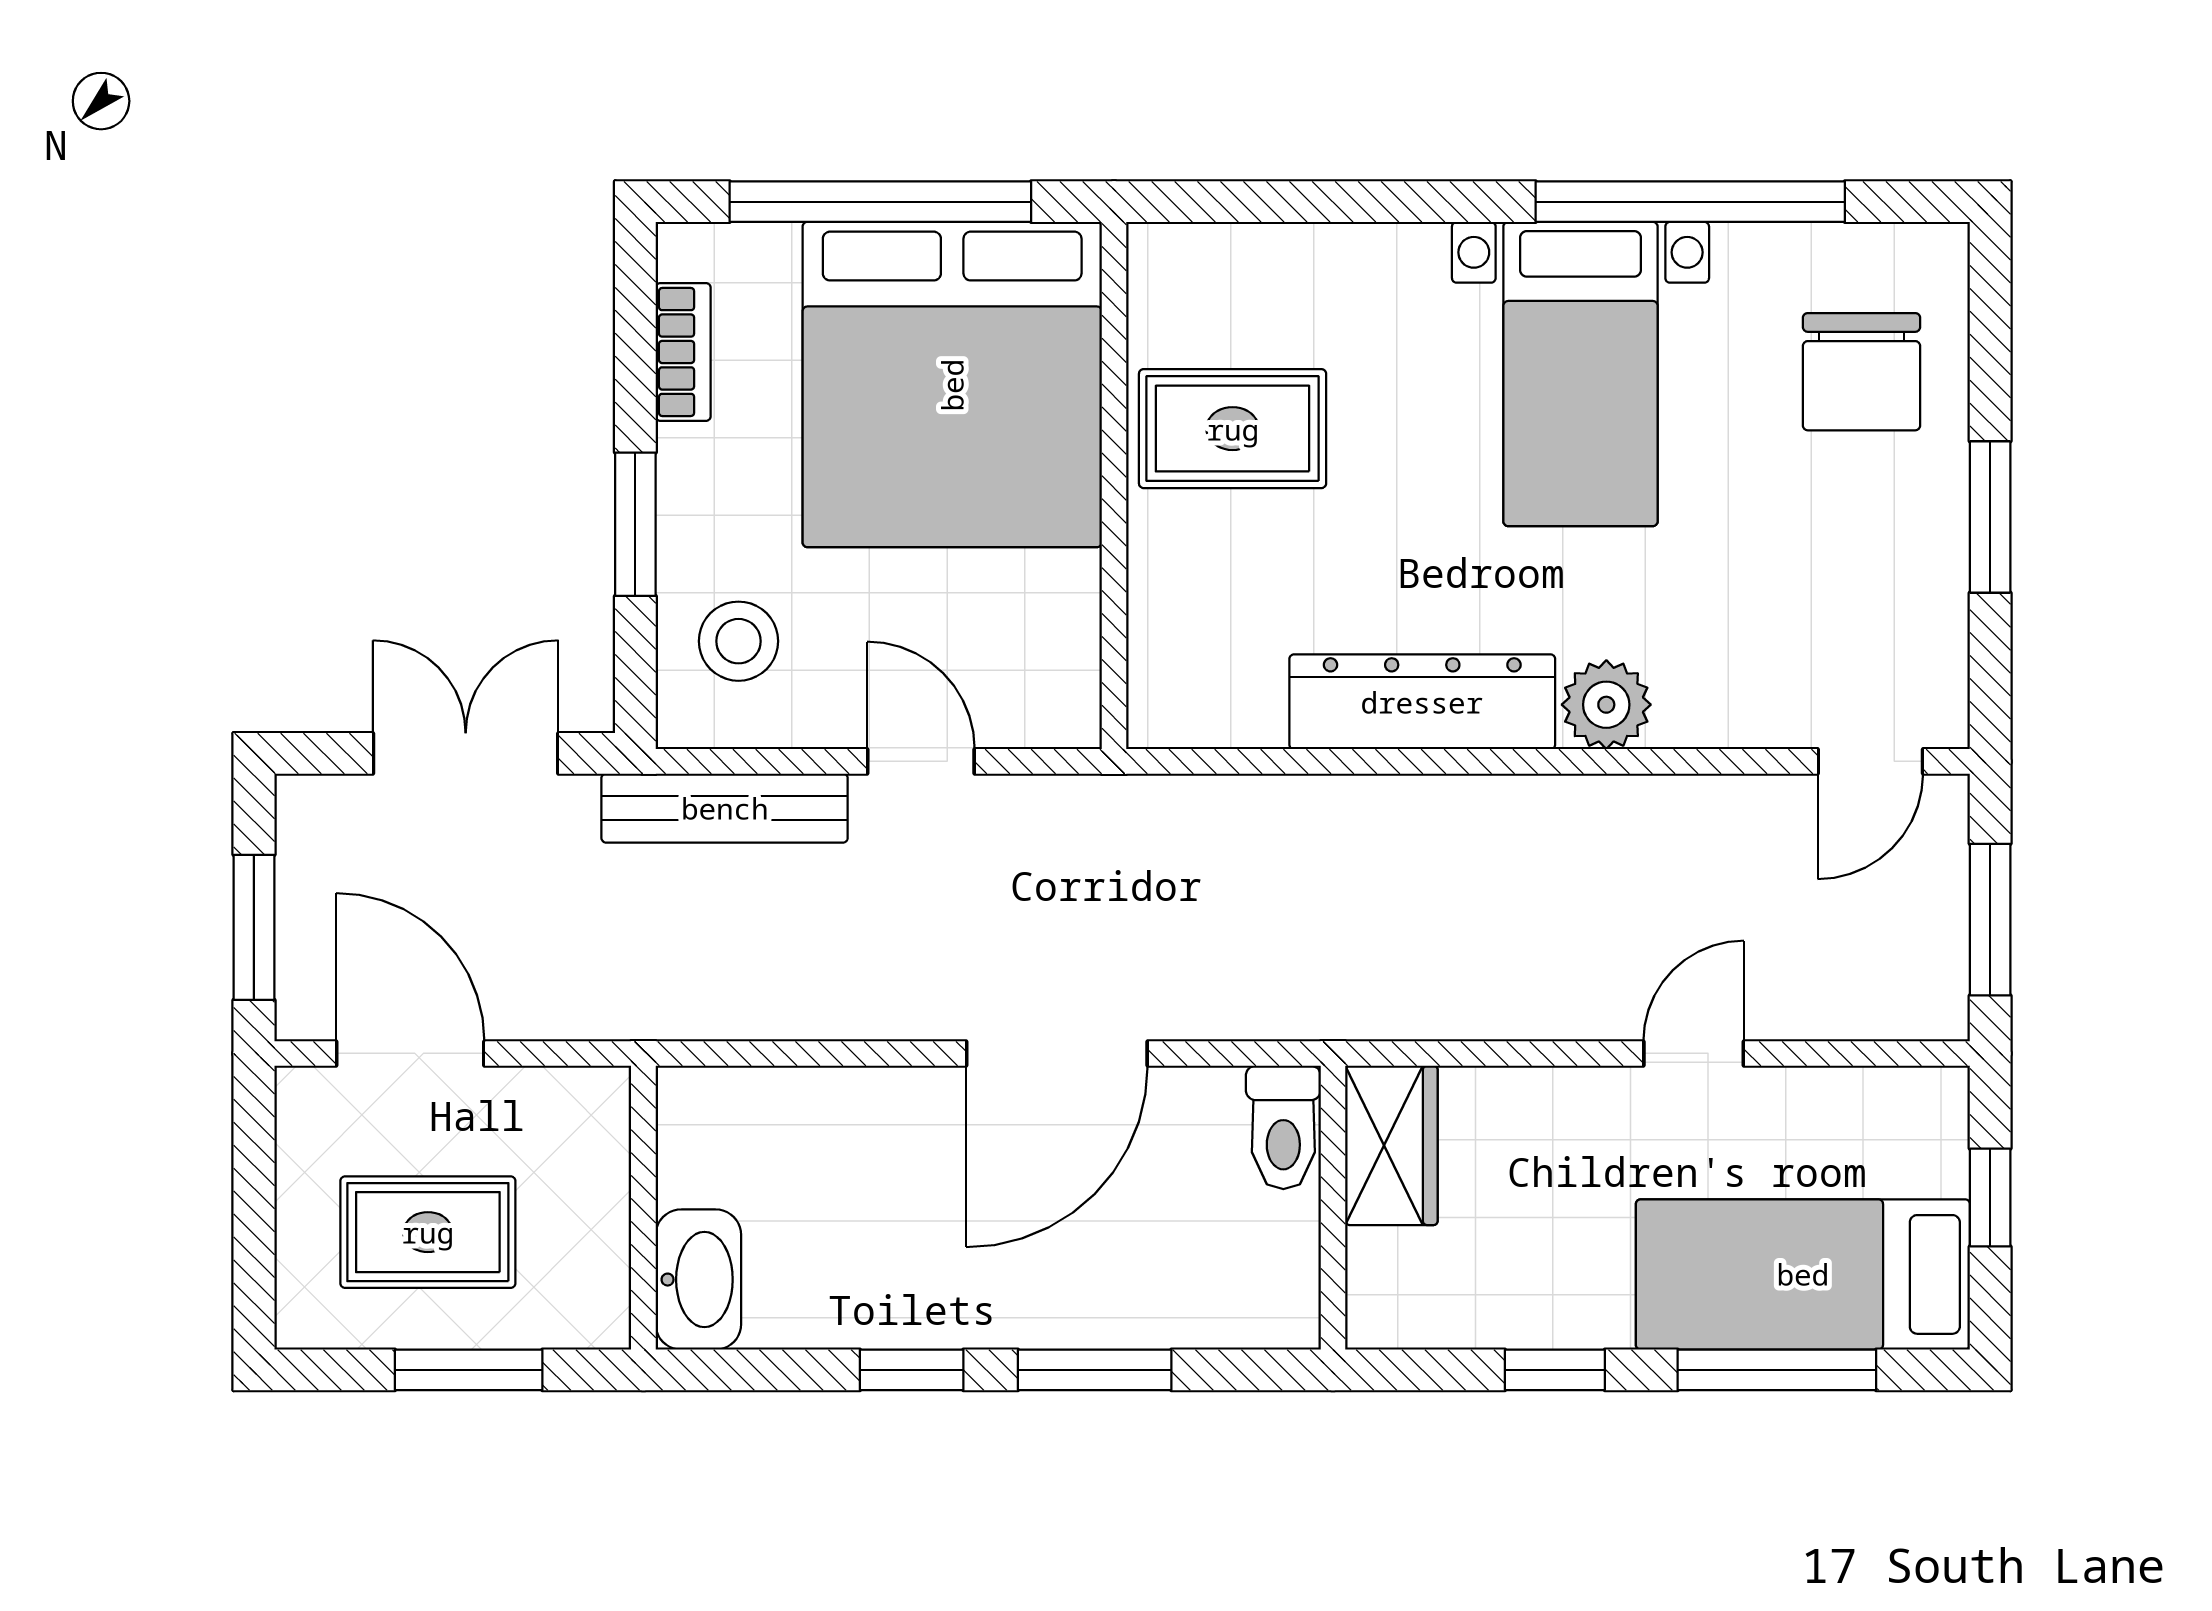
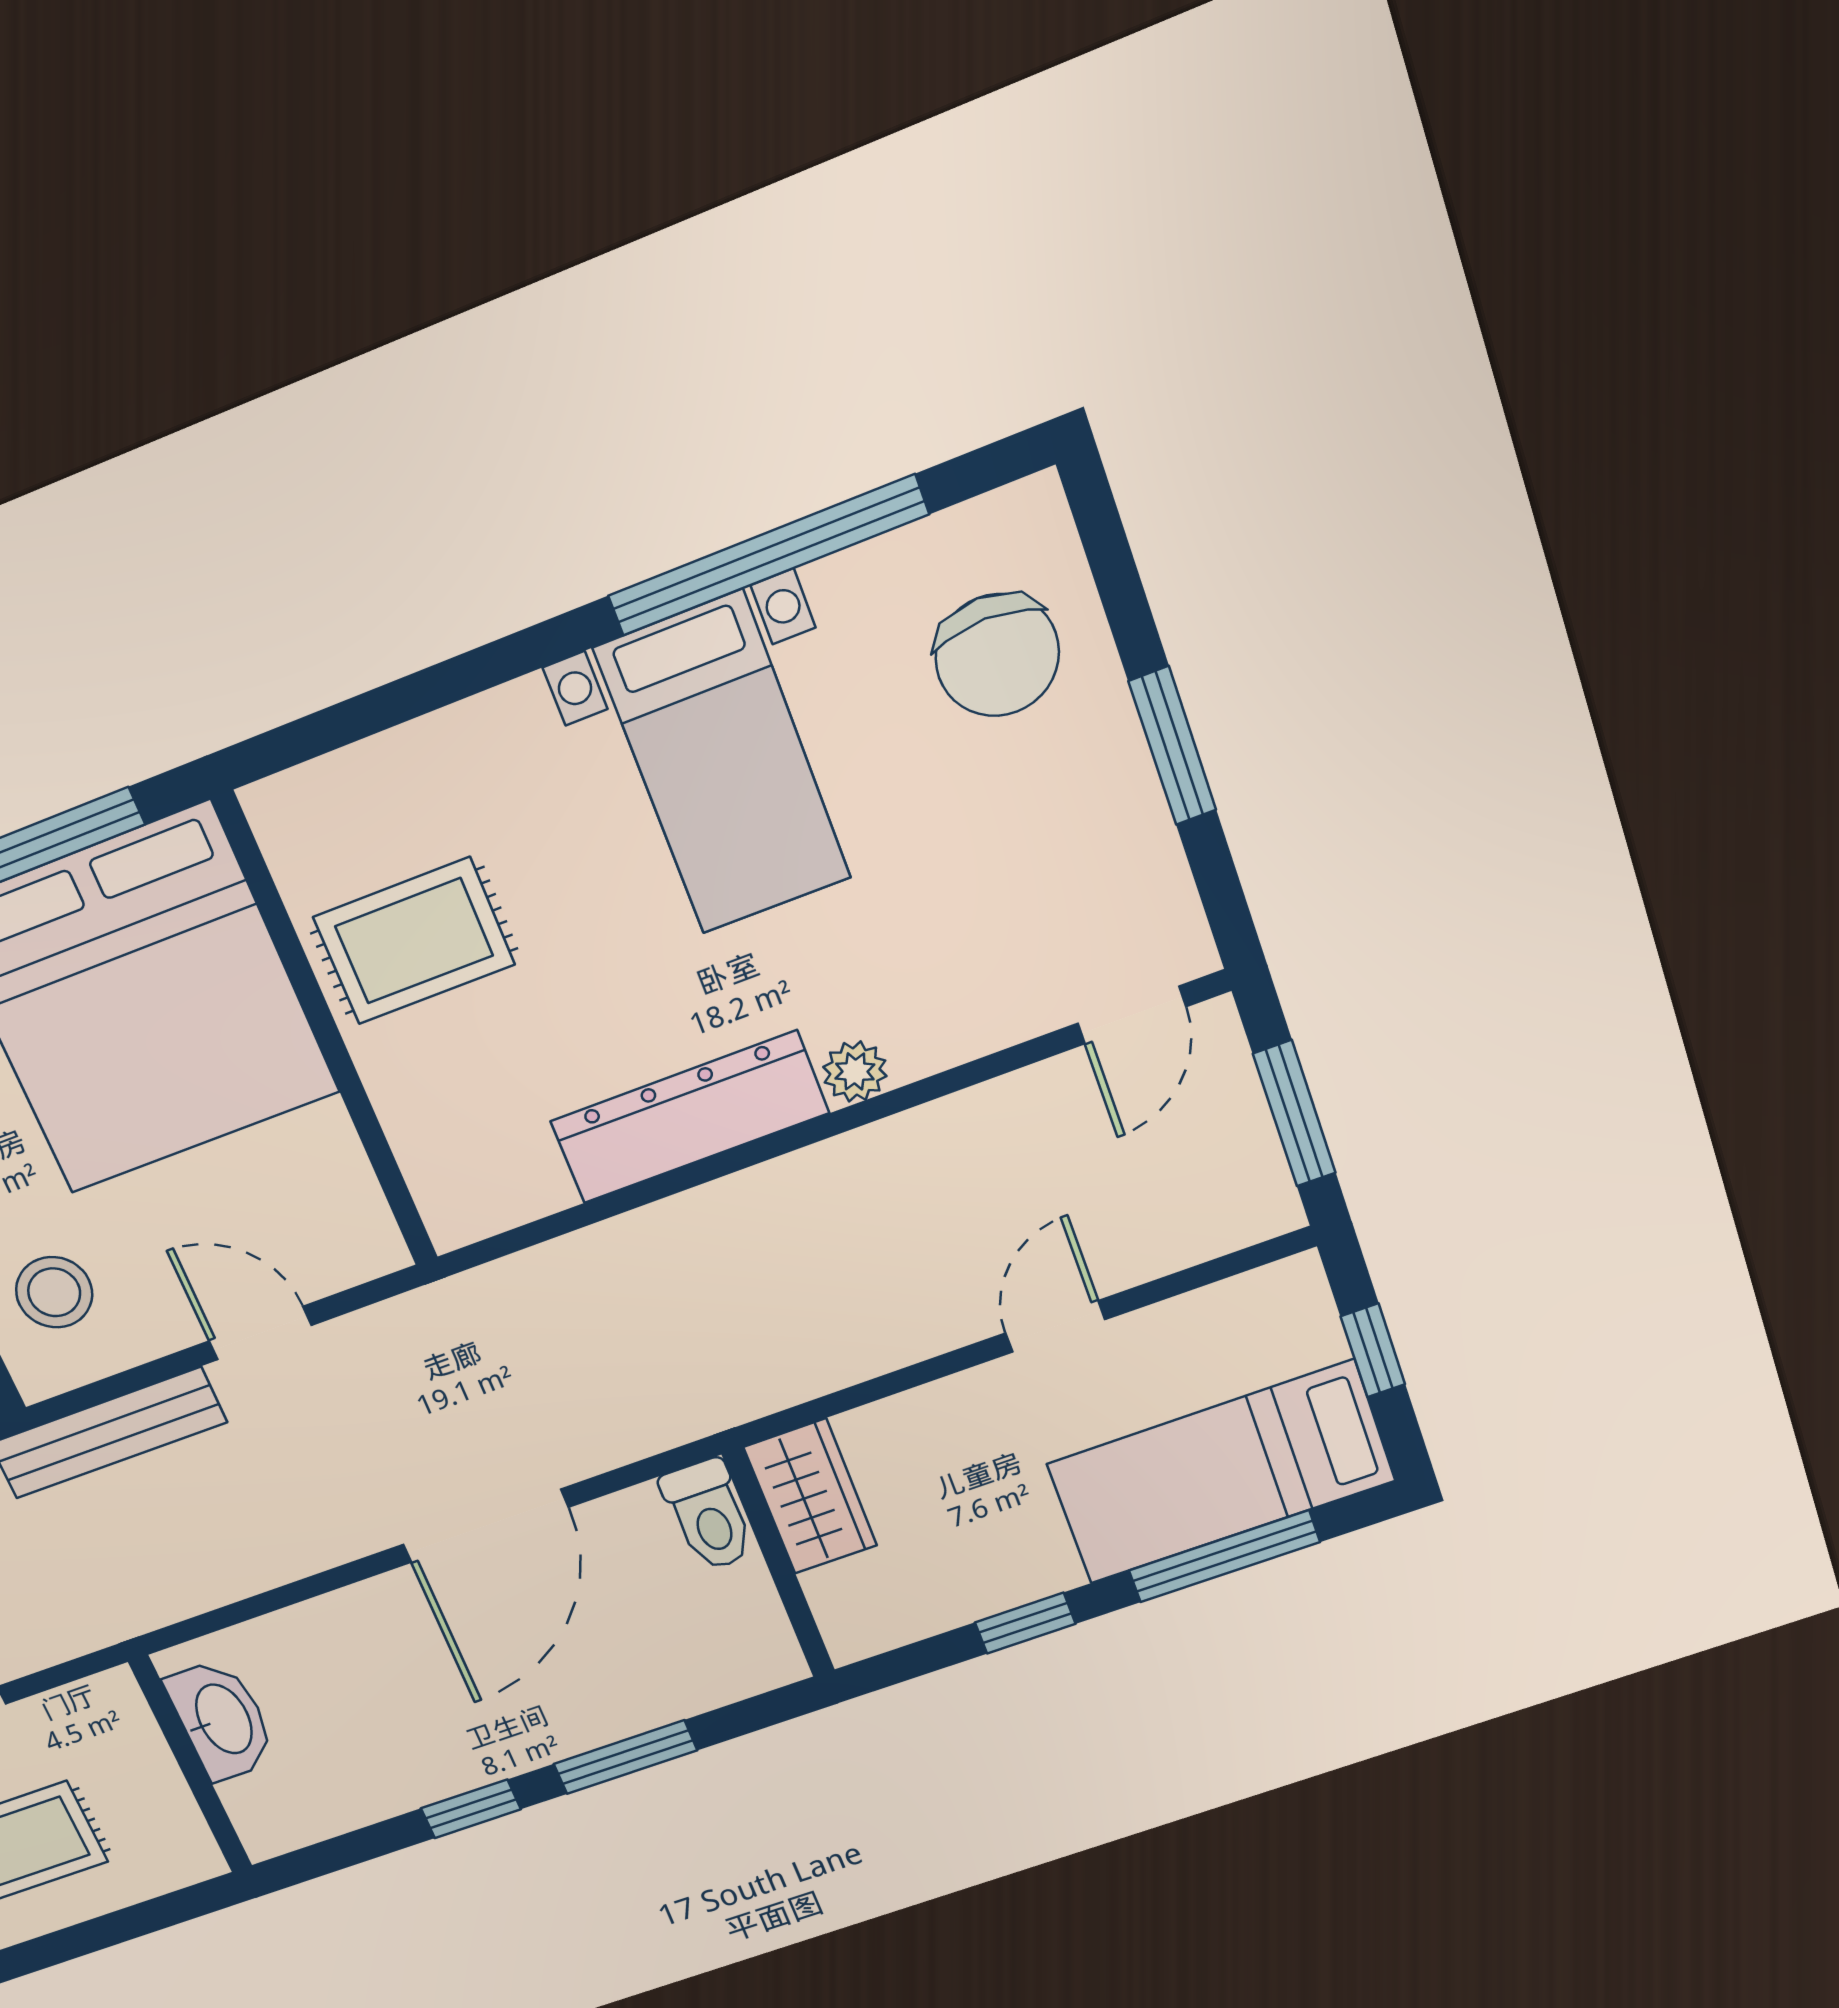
plant: (1606, 705) -> (855, 1072), width x0.73, depth x0.73
washbasin: (698, 1280) -> (222, 1720), moved
window: (469, 1370) -> (108, 1931), removed

